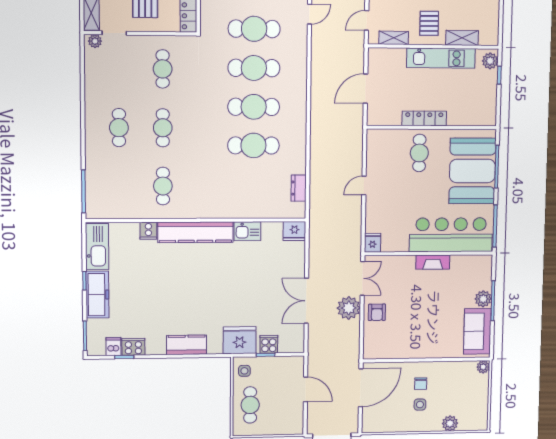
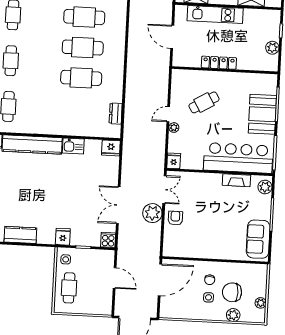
kitchen unit: (441, 58) -> (215, 14), moved
plant: (490, 61) -> (272, 48), moved
door: (365, 89) -> (172, 37), hinge flipped
cafe table: (419, 153) -> (204, 102), moved, turned 60
booth: (472, 171) -> (262, 114), width x0.73, depth x0.70
plant: (371, 202) -> (174, 128), added
fireplace: (433, 262) -> (236, 180), moved
plant: (483, 299) -> (265, 187), moved
armchair: (377, 312) -> (175, 218), turned 180
fridge: (240, 340) -> (63, 237), width x0.53, depth x0.75
cooker: (269, 344) -> (108, 240), moved
plant: (483, 367) -> (261, 303), moved
chair: (448, 397) -> (232, 292), added

